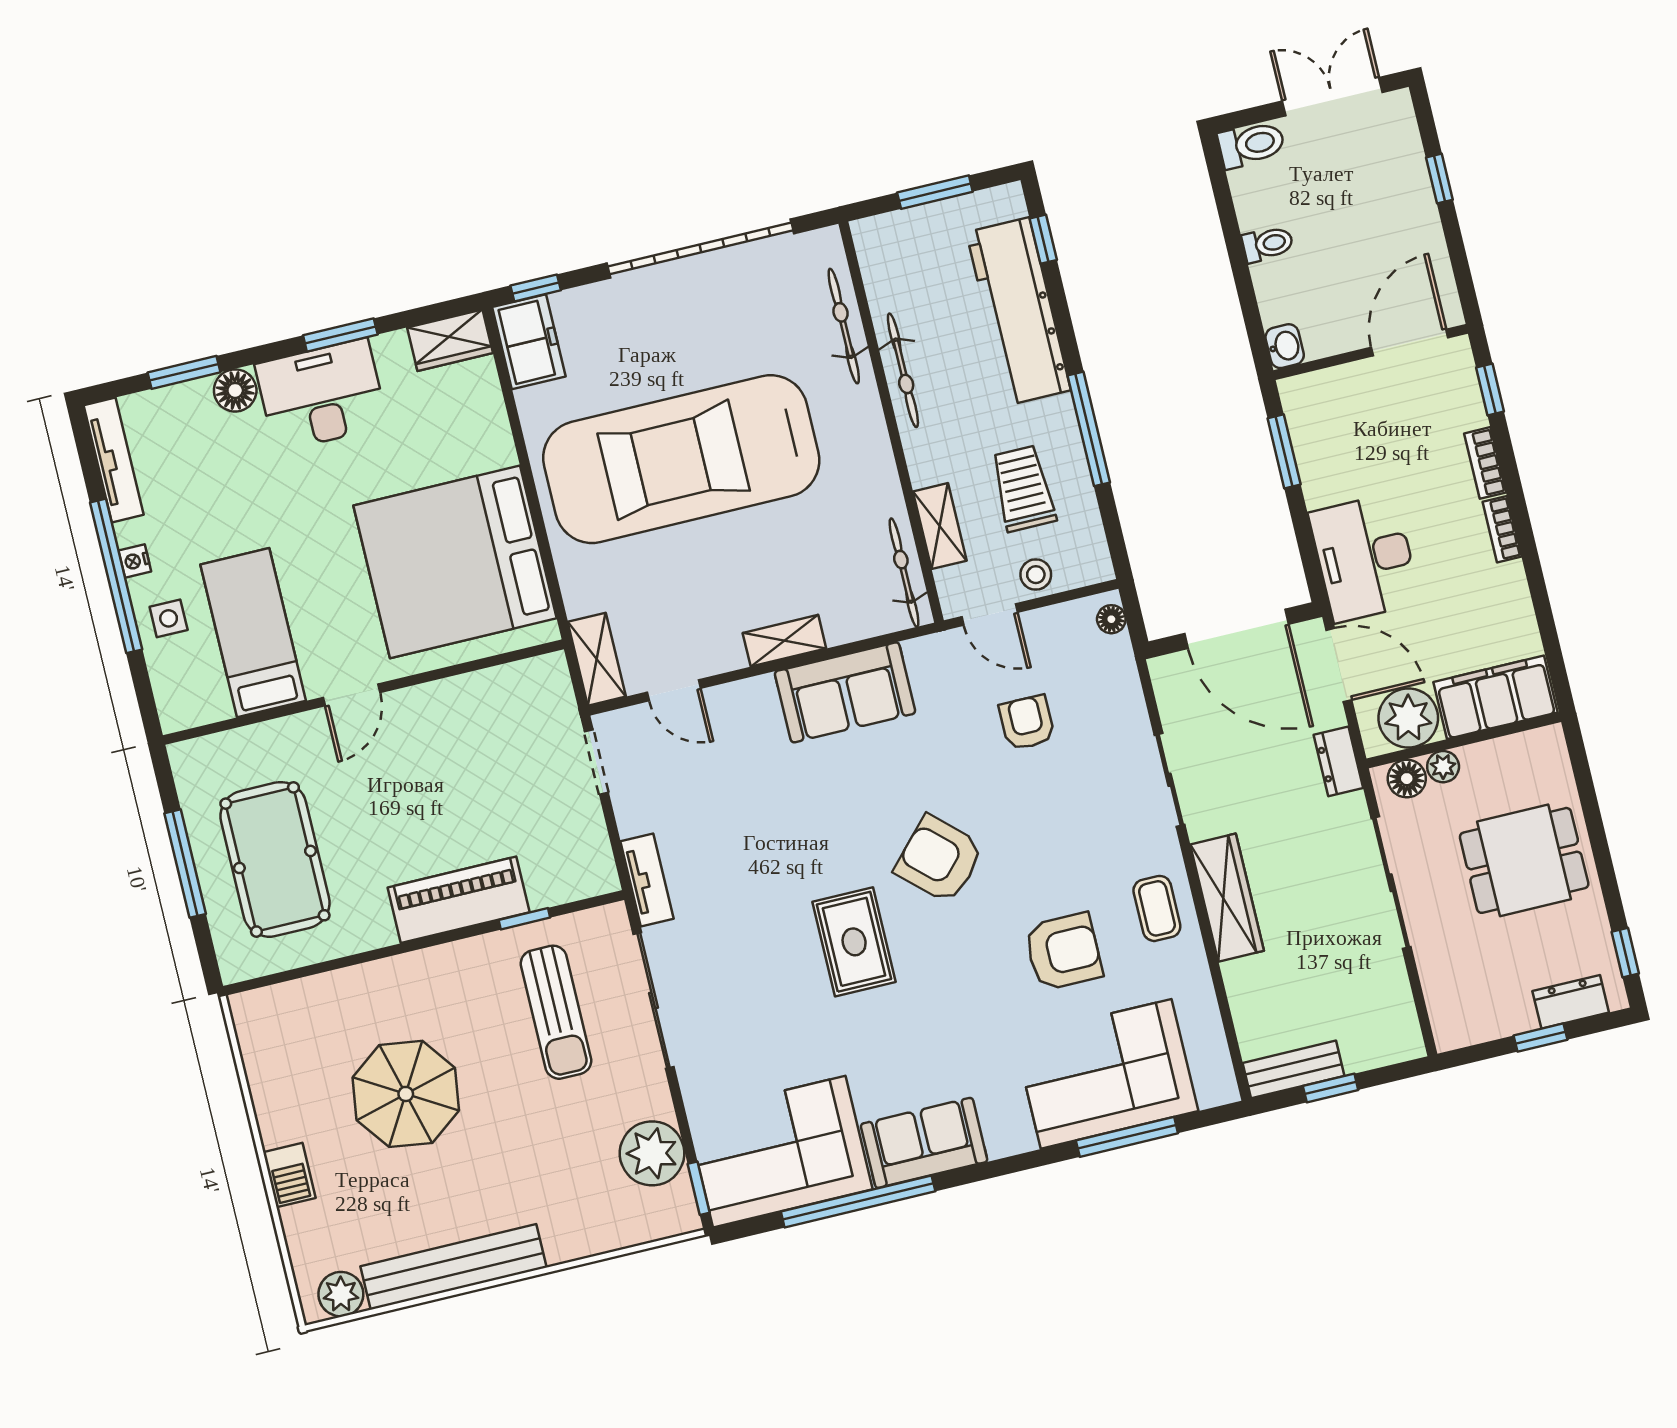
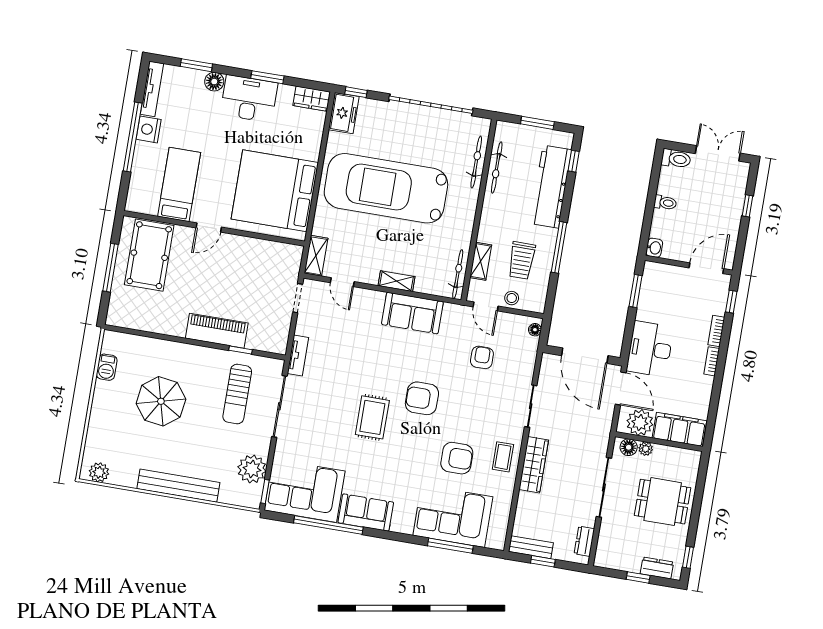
bicycle: (903, 370) -> (497, 167), moved
trolley: (1023, 489) -> (522, 260), turned 180
nightstand: (135, 561) -> (149, 129), width x1.89, depth x1.79
side table: (169, 618) -> (147, 164), removed
dresser: (1338, 761) -> (584, 541), moved
pool table: (275, 859) -> (149, 255), moved
armchair: (939, 859) -> (422, 398), turned -43
barbecue: (289, 1175) -> (107, 367), moved
bench: (454, 1267) -> (178, 486), moved

